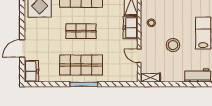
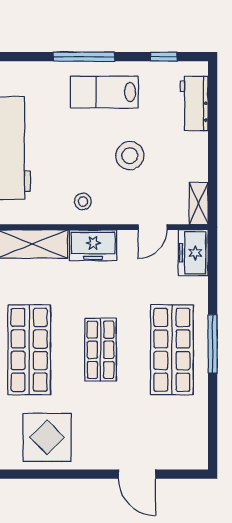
freezer: (31, 71) -> (193, 253), moved, turned -90

